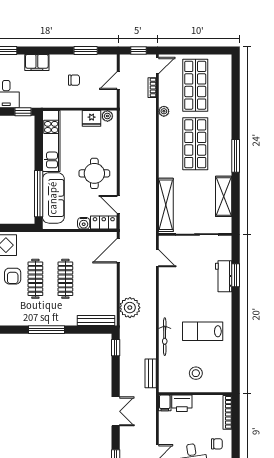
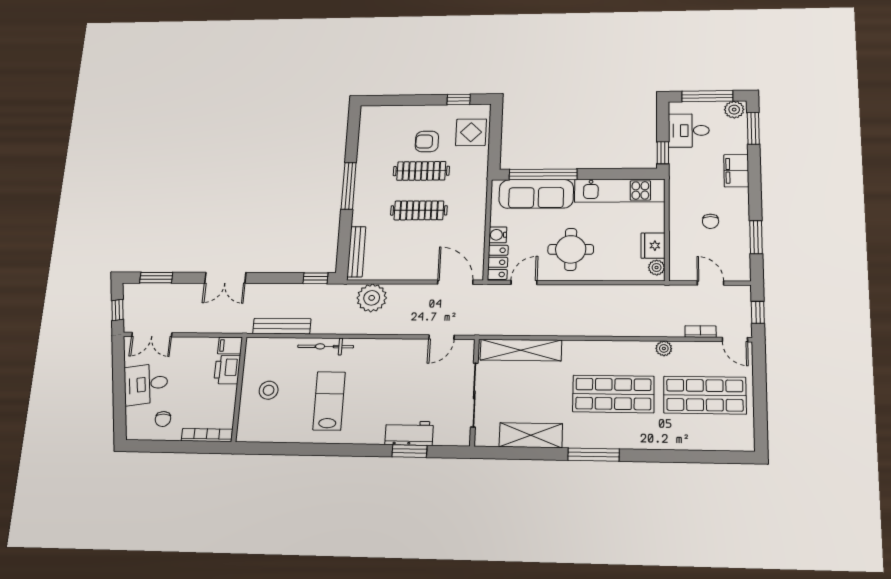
bench: (151, 373) -> (282, 326), width x1.36

